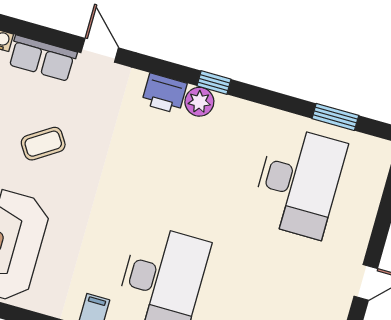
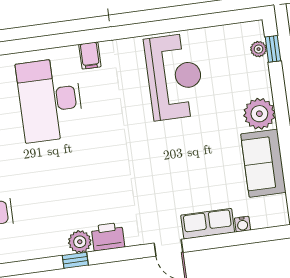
coffee table: (43, 144) -> (180, 162), removed

